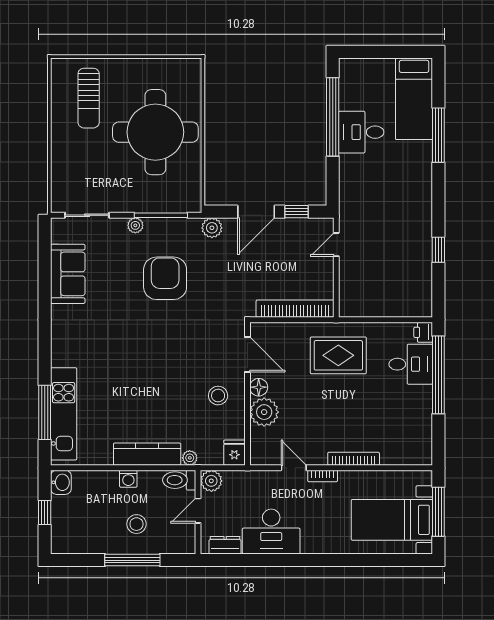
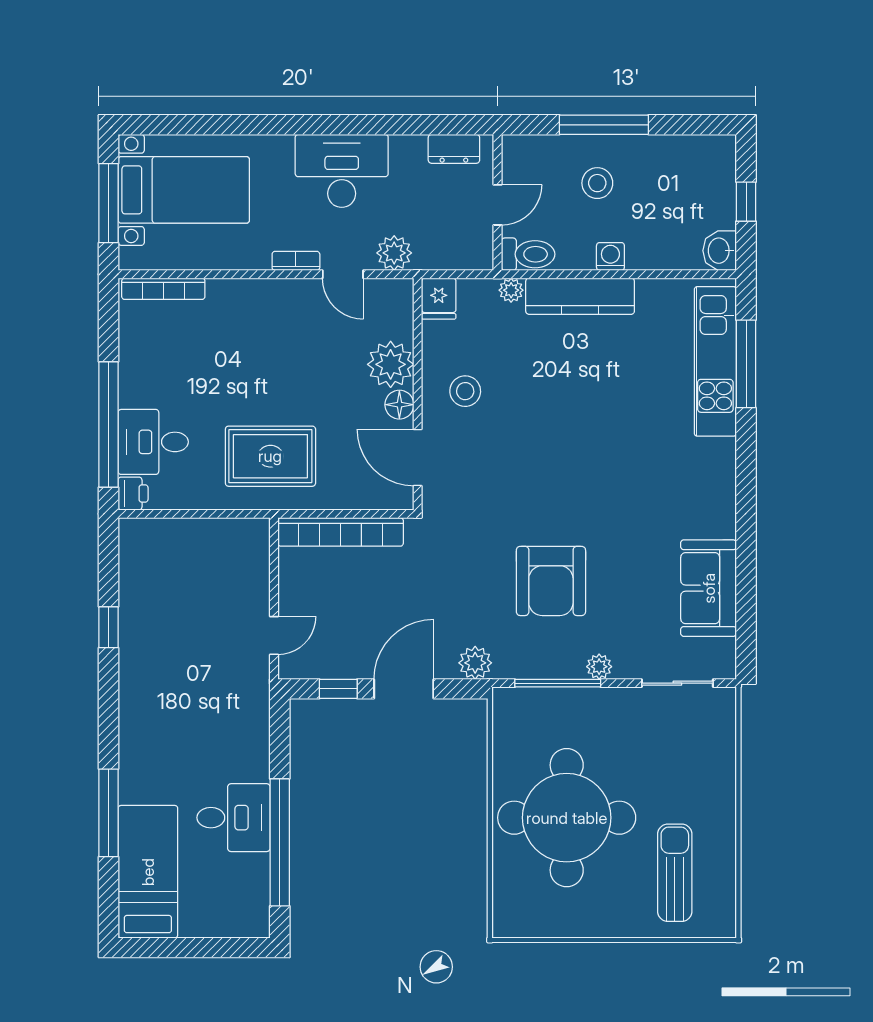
bookcase: (354, 459) -> (163, 289), moved
plant: (211, 481) -> (394, 253), moved
desk: (271, 532) -> (342, 171), moved

